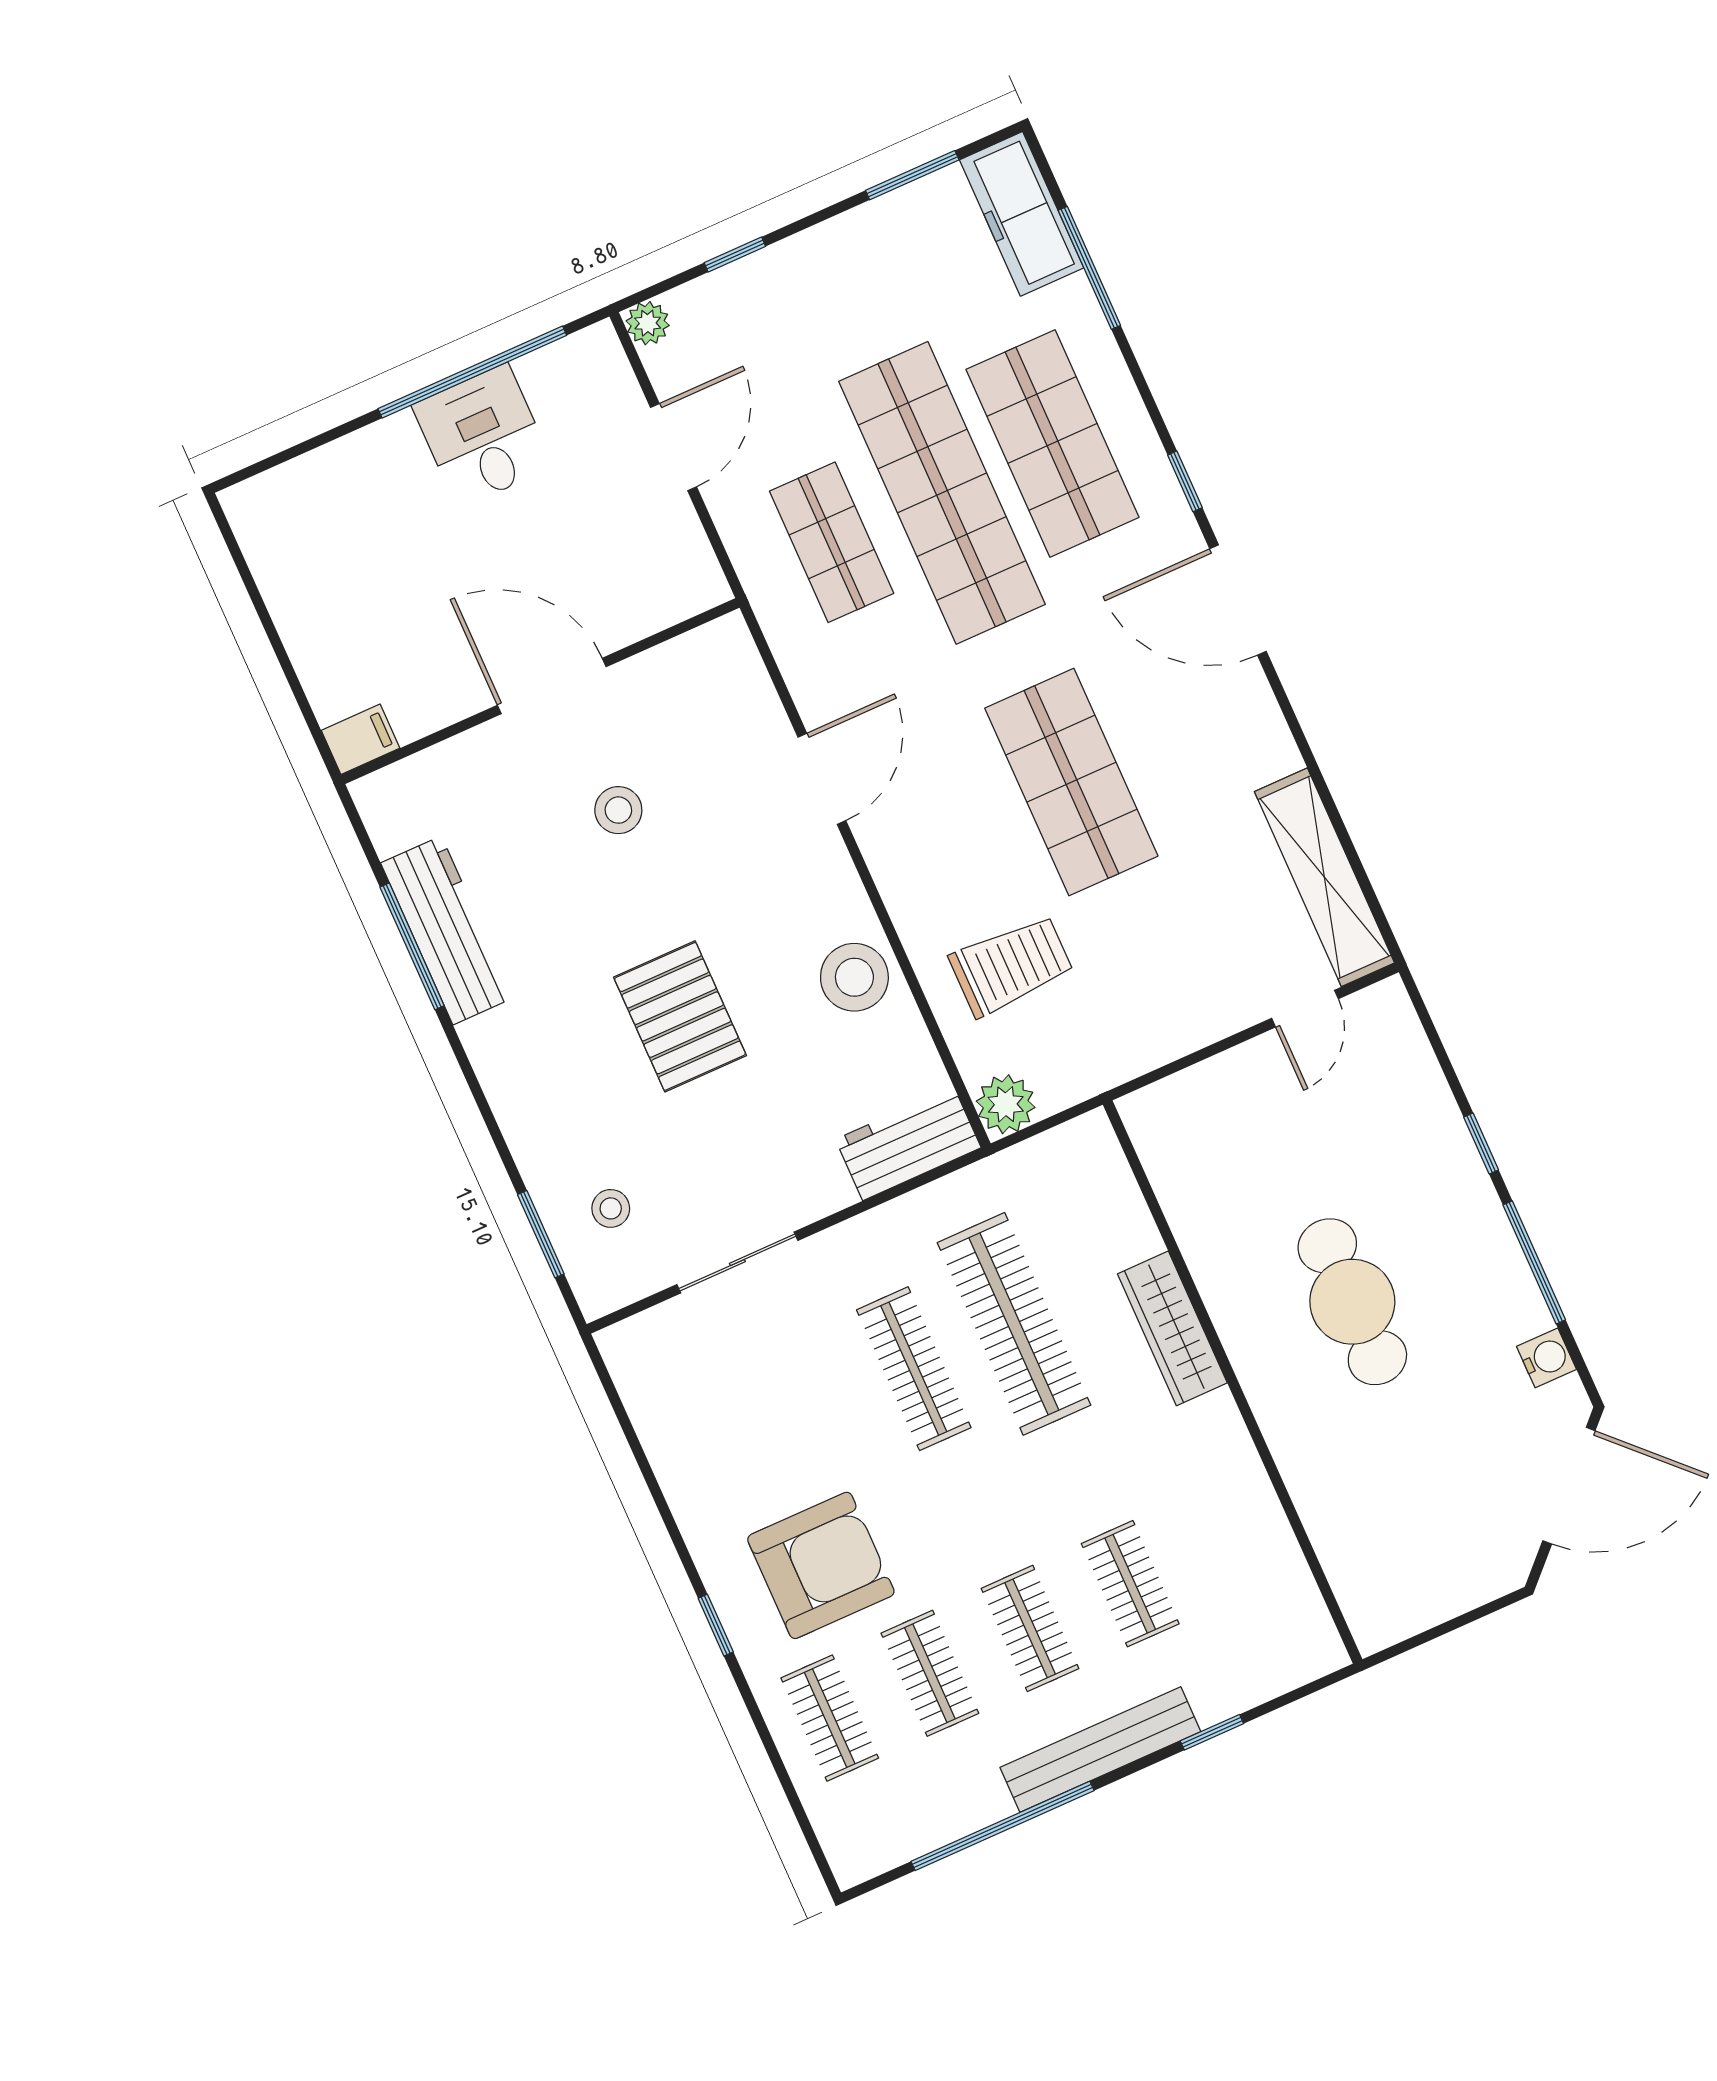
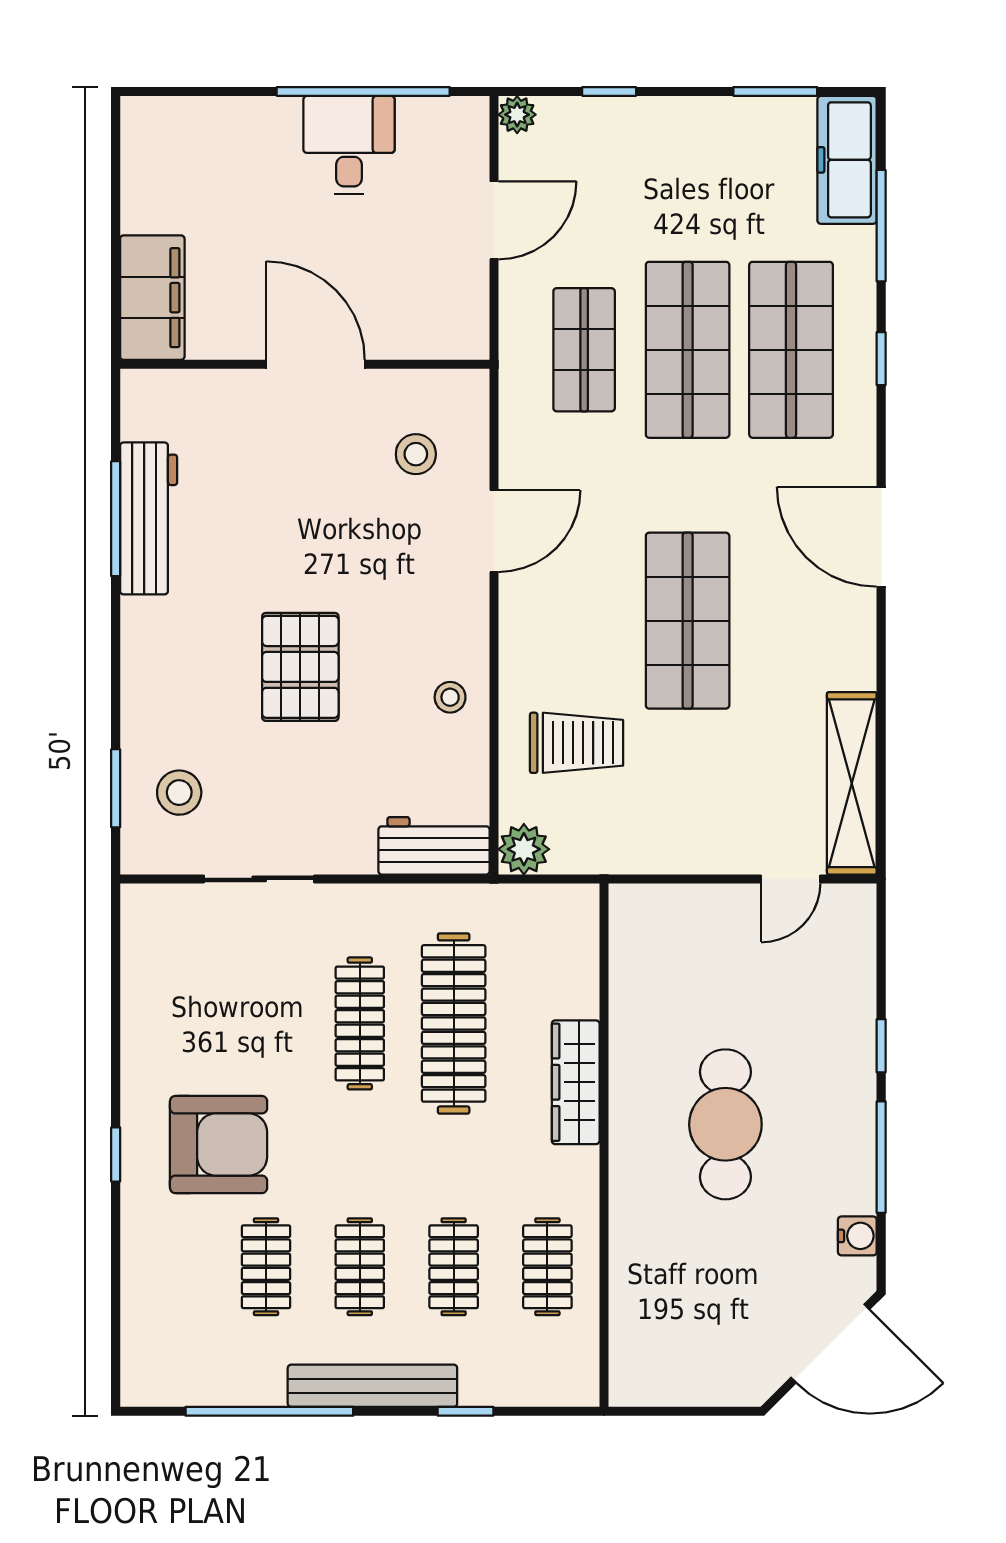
window: (1185, 481) -> (881, 359), moved
shop shelf: (942, 493) -> (688, 350), width x0.71
filing cabinet: (360, 739) -> (152, 298), width x3.00, depth x1.17
stool: (618, 810) -> (416, 454), moved
stool: (854, 977) -> (450, 697), width x0.53, depth x0.53
stool: (611, 1208) -> (179, 793), width x1.37, depth x1.37
clothes rail: (830, 1718) -> (547, 1267), moved

